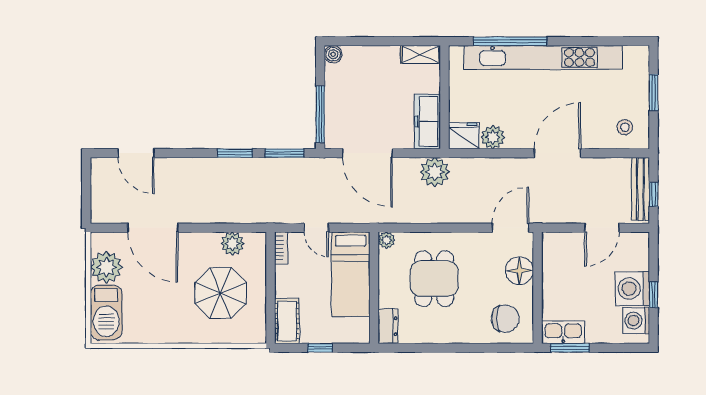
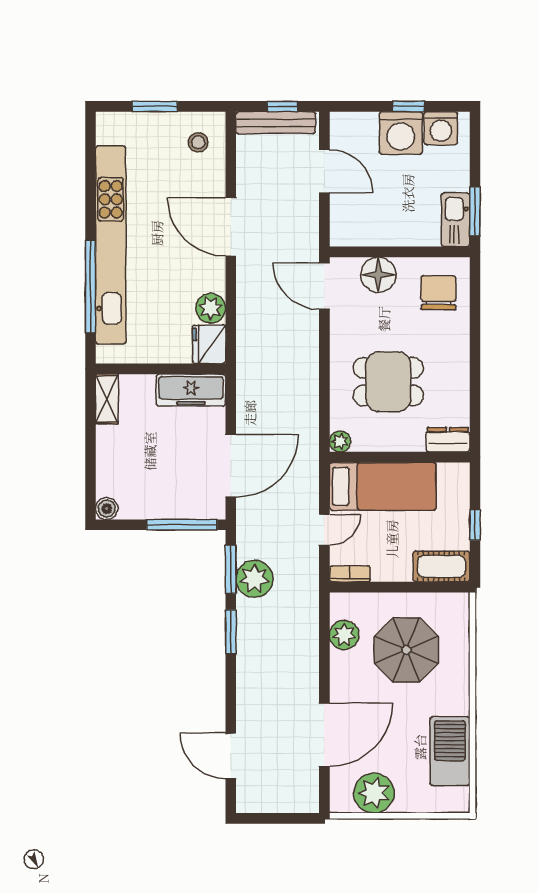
door: (136, 153) -> (231, 756), swing flipped
plant: (435, 172) -> (255, 579), moved
barbecue: (106, 312) -> (450, 751), moved, turned -90

